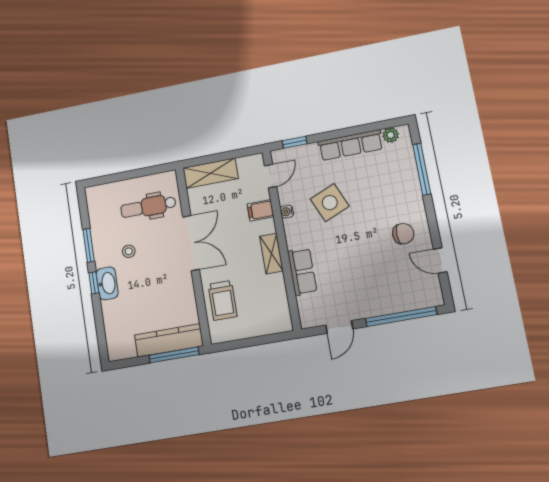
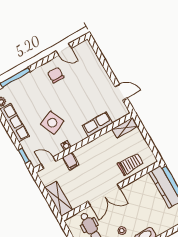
double door: (191, 243) -> (104, 195), swing flipped
shelving: (271, 254) -> (125, 128), moved
door: (440, 260) -> (64, 50), hinge flipped
window: (401, 316) -> (103, 60), removed

